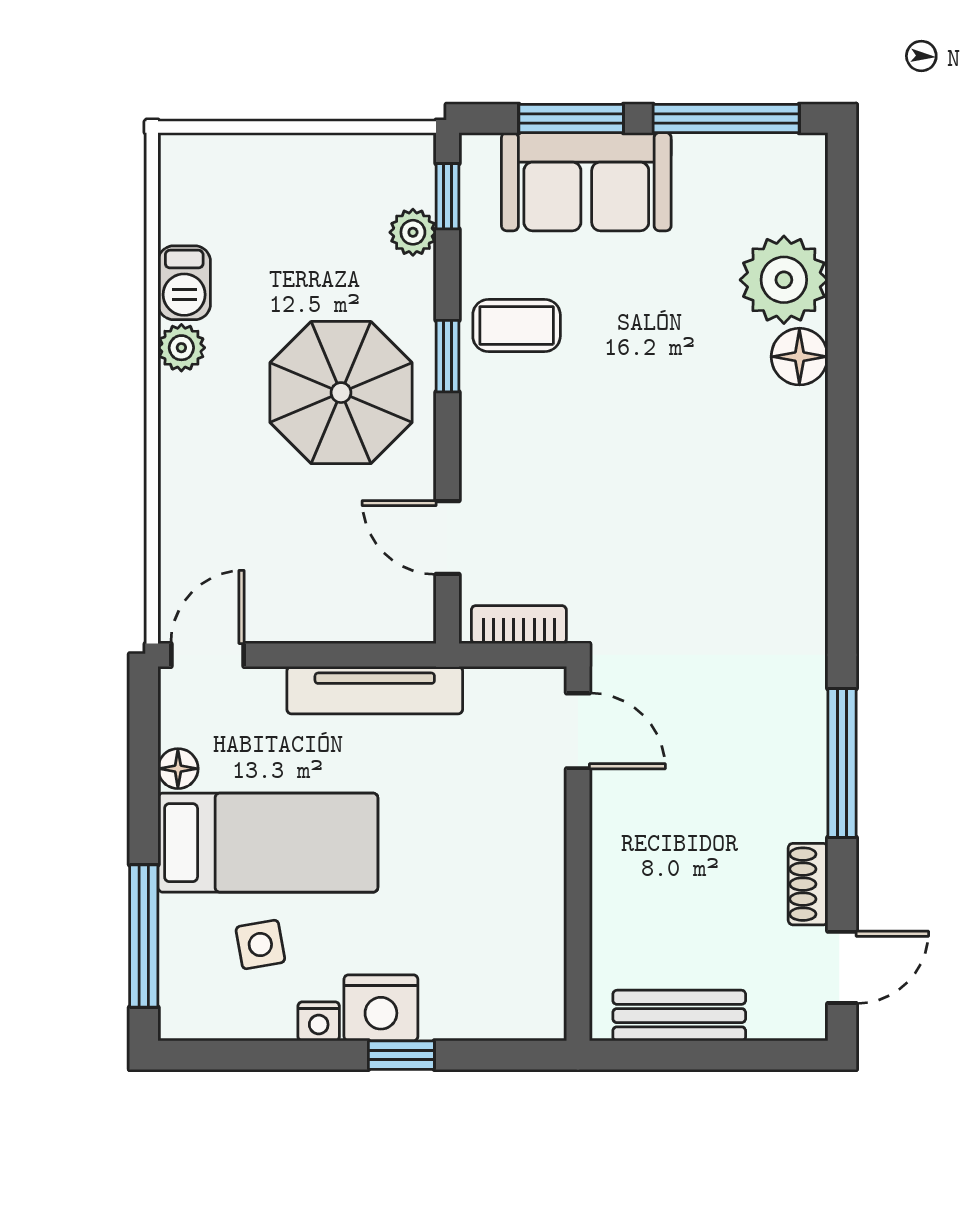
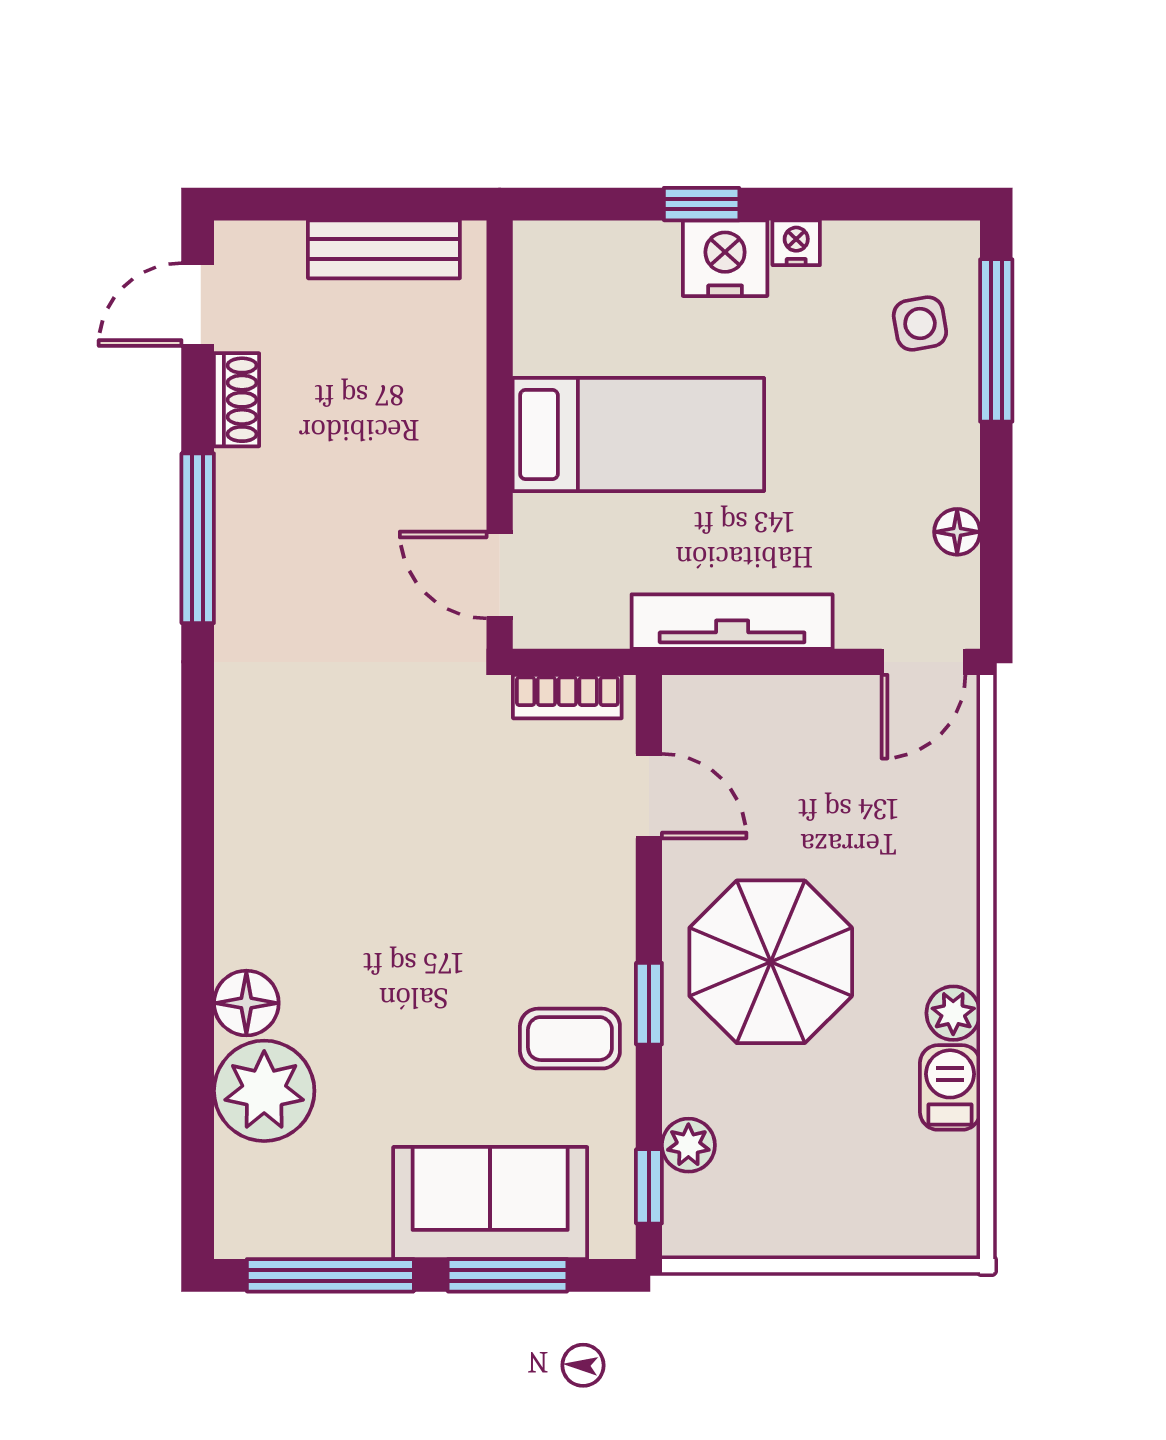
bed: (268, 843) -> (638, 435), moved, turned 180
side table: (260, 945) -> (920, 323), moved

